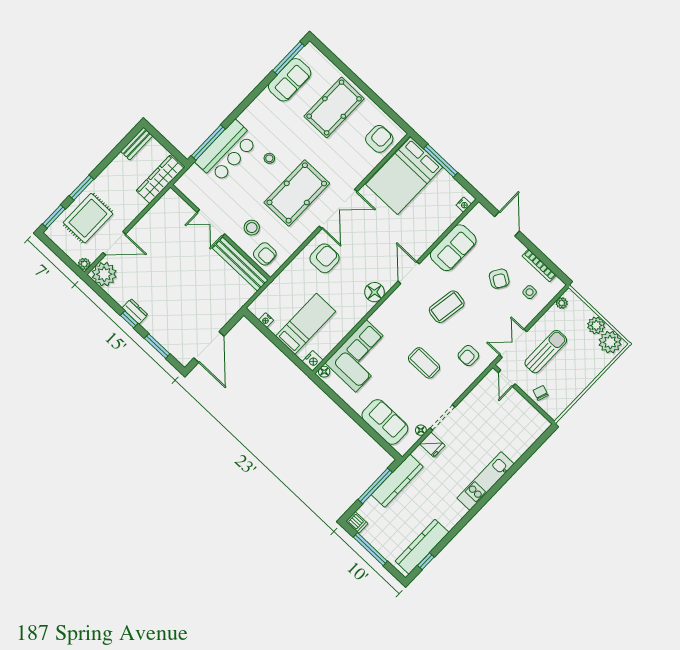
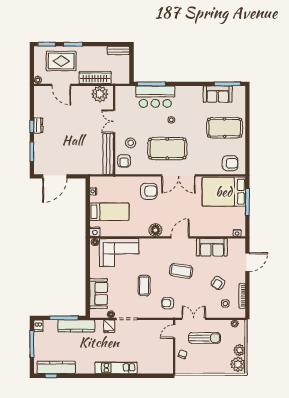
wardrobe: (160, 179) -> (95, 78), moved
plant: (104, 274) -> (100, 94), moved

